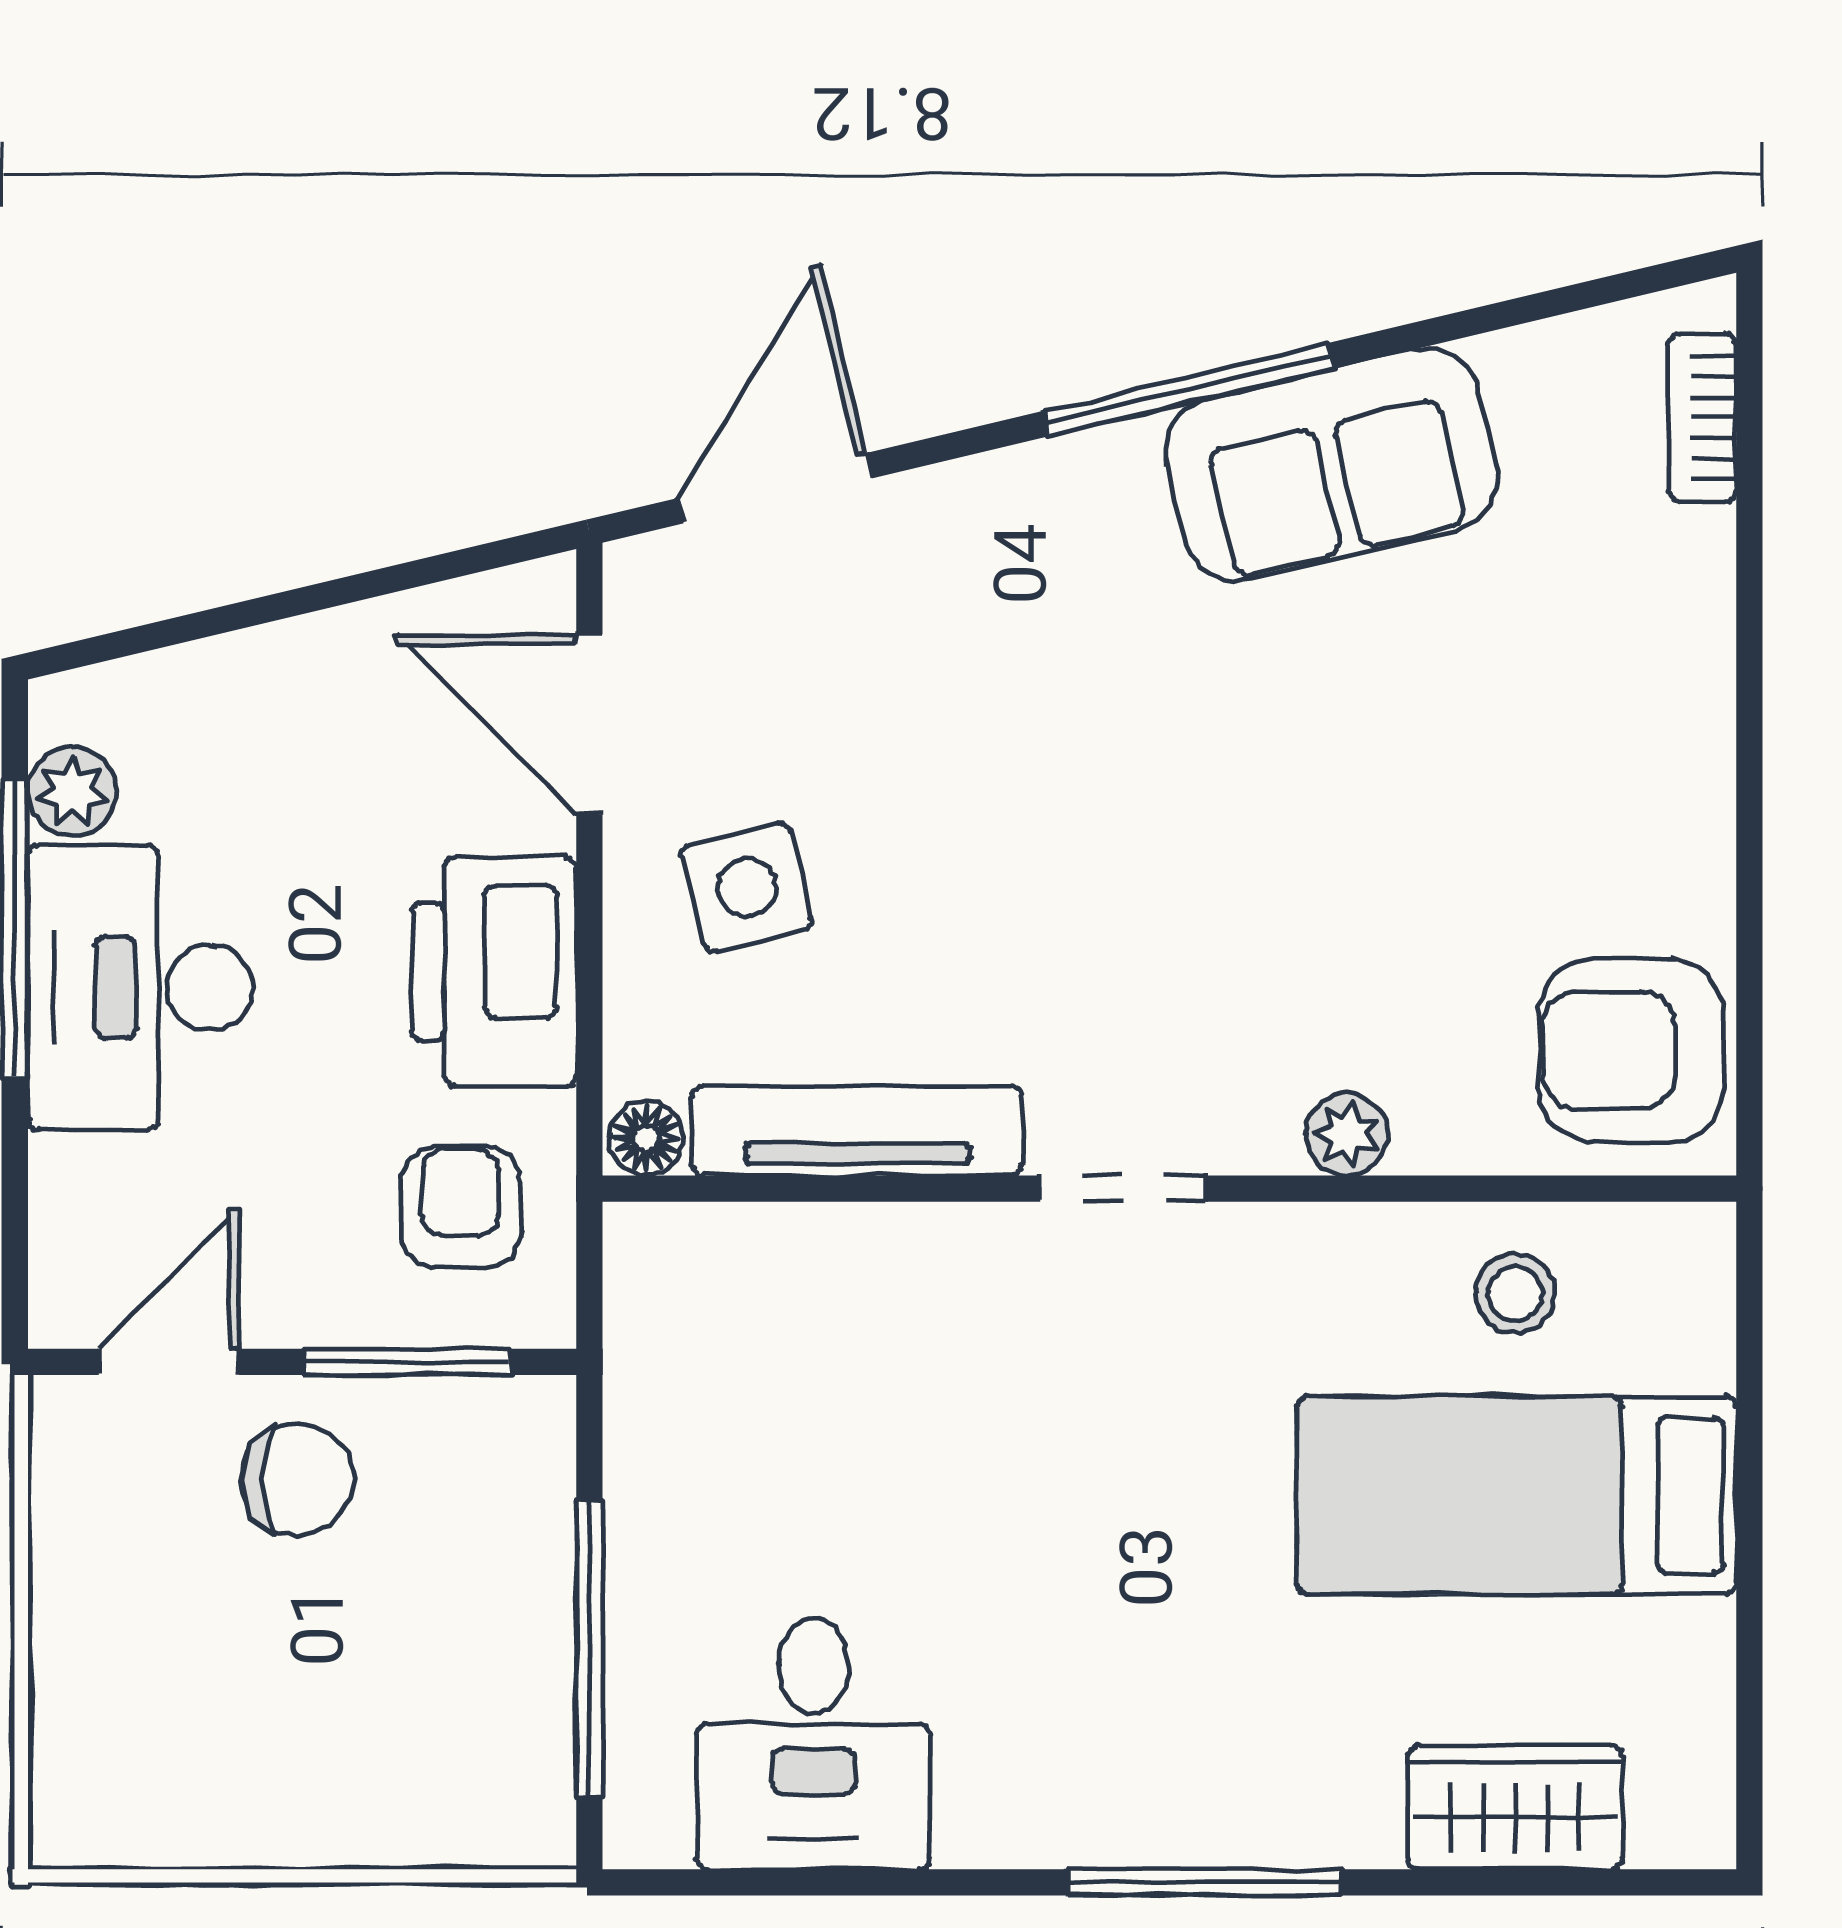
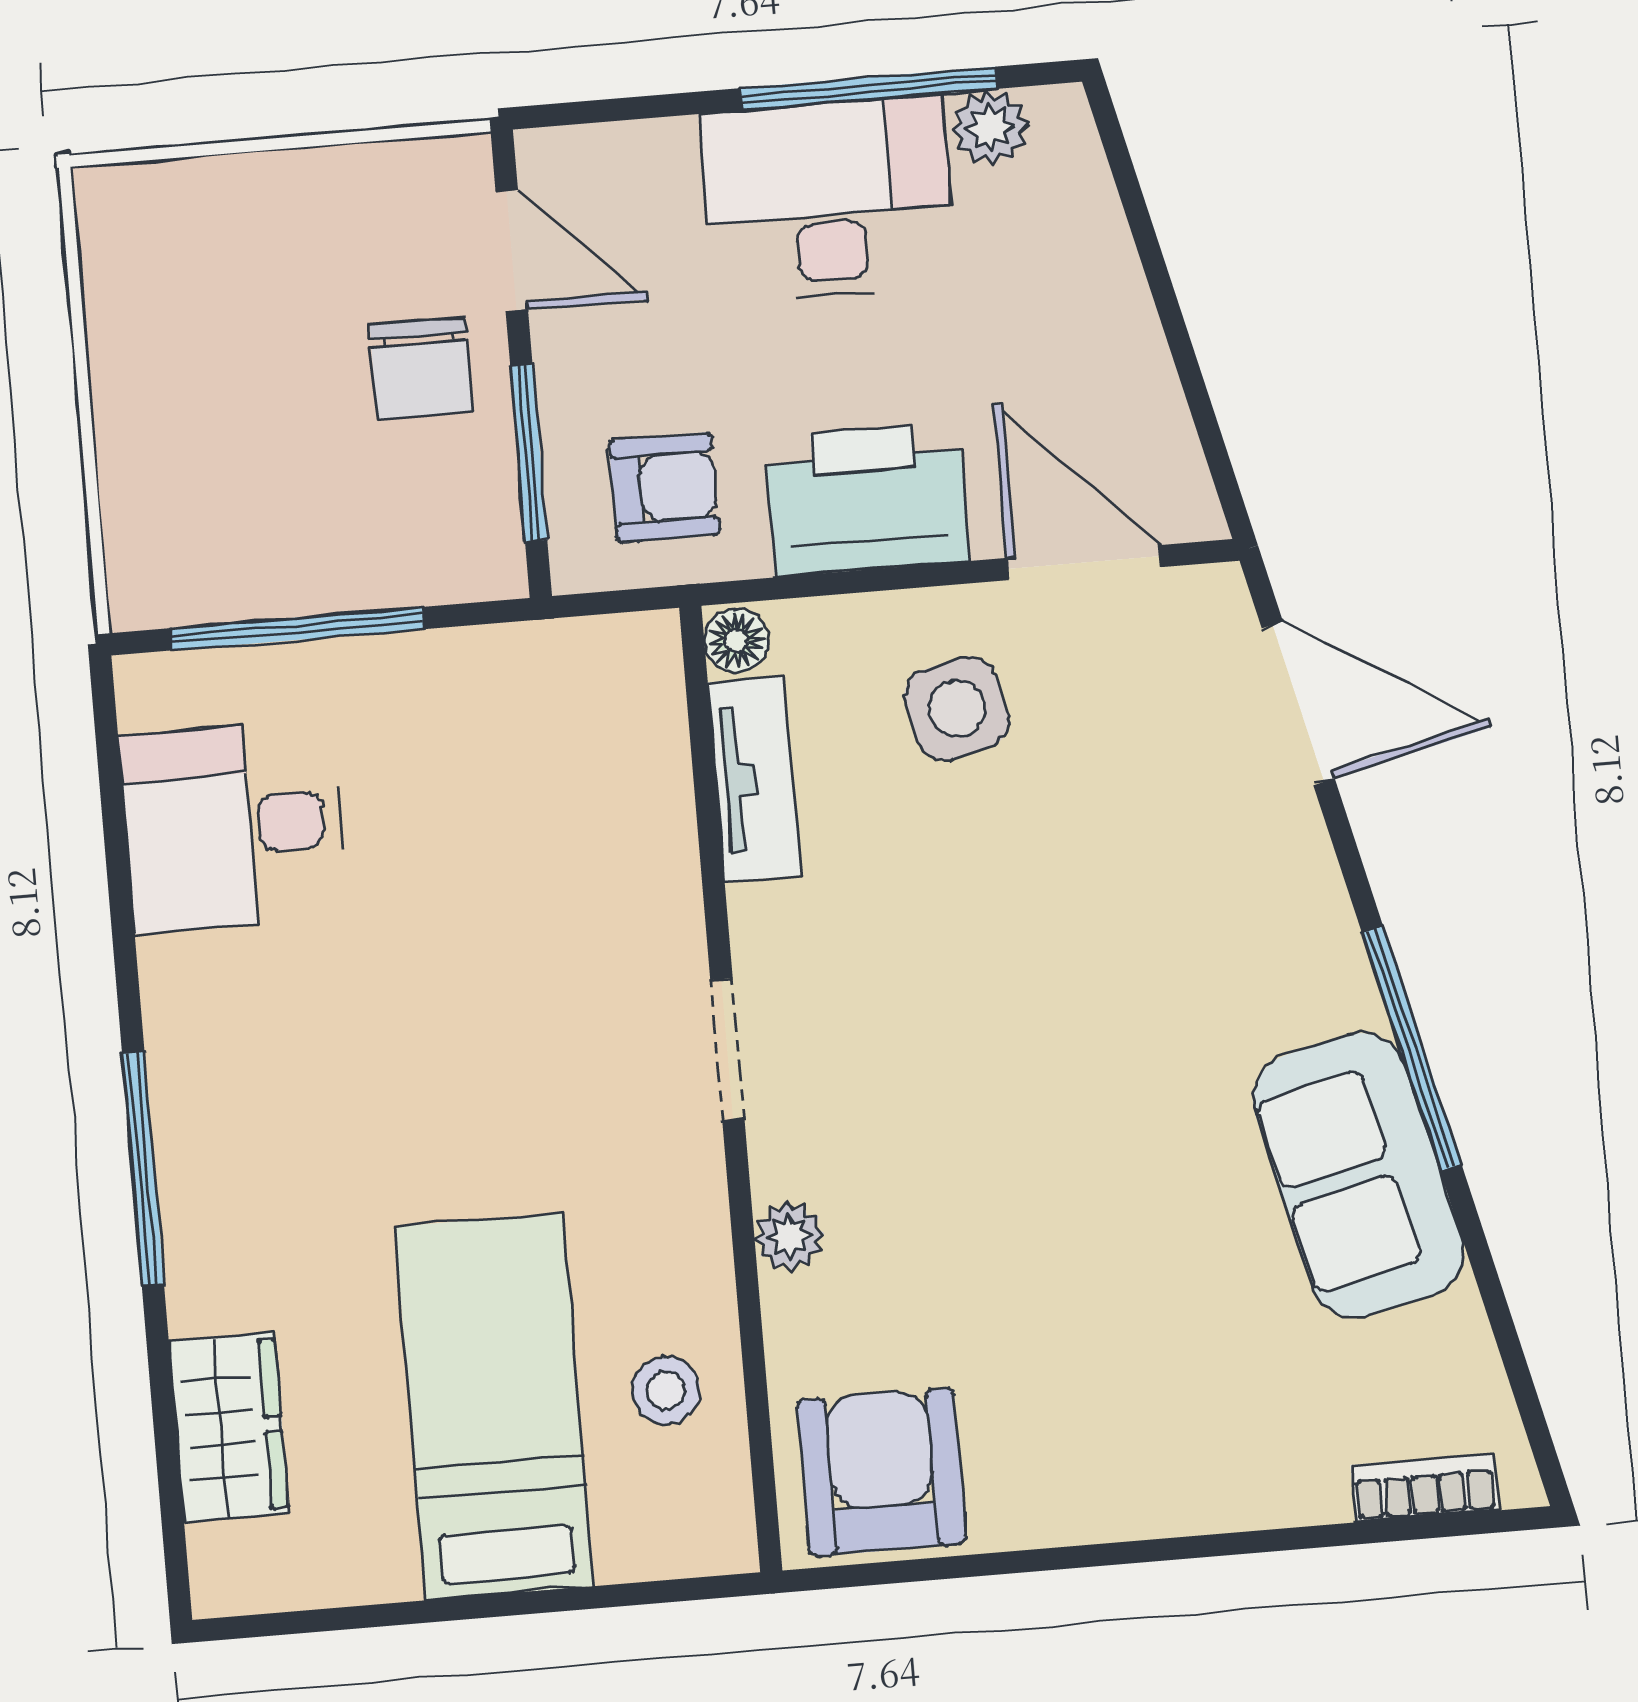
door: (589, 724) -> (1084, 563), hinge flipped
tv unit: (857, 1131) -> (754, 779), width x0.71

